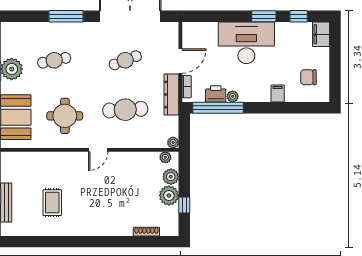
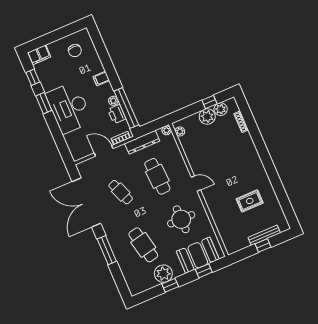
cafe table: (54, 60) -> (143, 245), width x1.37, depth x1.35
filing cabinet: (278, 94) -> (101, 79), moved
dresser: (171, 95) -> (142, 142), moved
plant: (171, 177) -> (221, 109), moved

